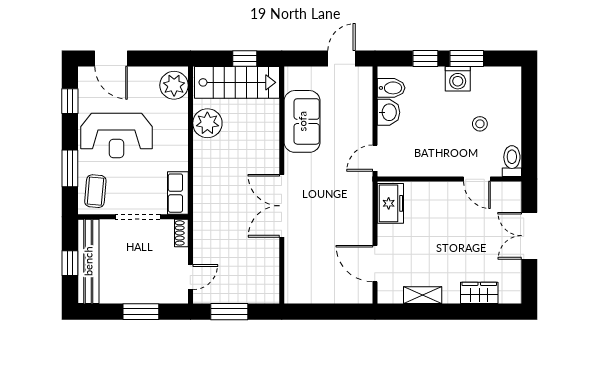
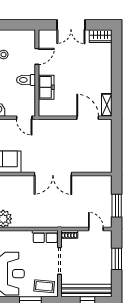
toilet: (512, 161) -> (26, 80), moved
freezer: (390, 203) -> (46, 87), moved, turned 90
door: (375, 264) -> (88, 118), swing flipped
wardrobe: (479, 293) -> (101, 36), moved, turned -90
shelving: (423, 295) -> (107, 105), moved

